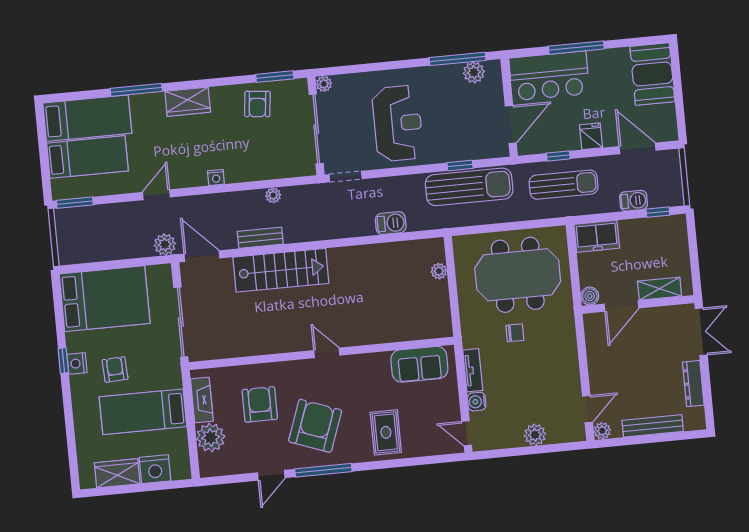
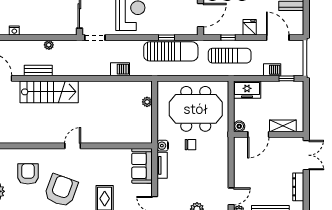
door: (327, 353) -> (73, 146), hinge flipped
sofa: (419, 364) -> (142, 166), moved, turned 90
water cooler: (477, 402) -> (163, 146), moved

